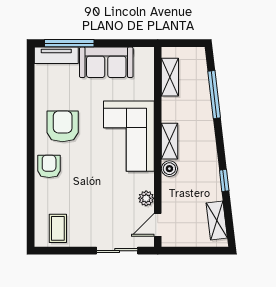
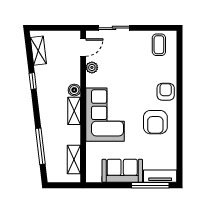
armchair: (49, 166) -> (166, 92), turned 180

